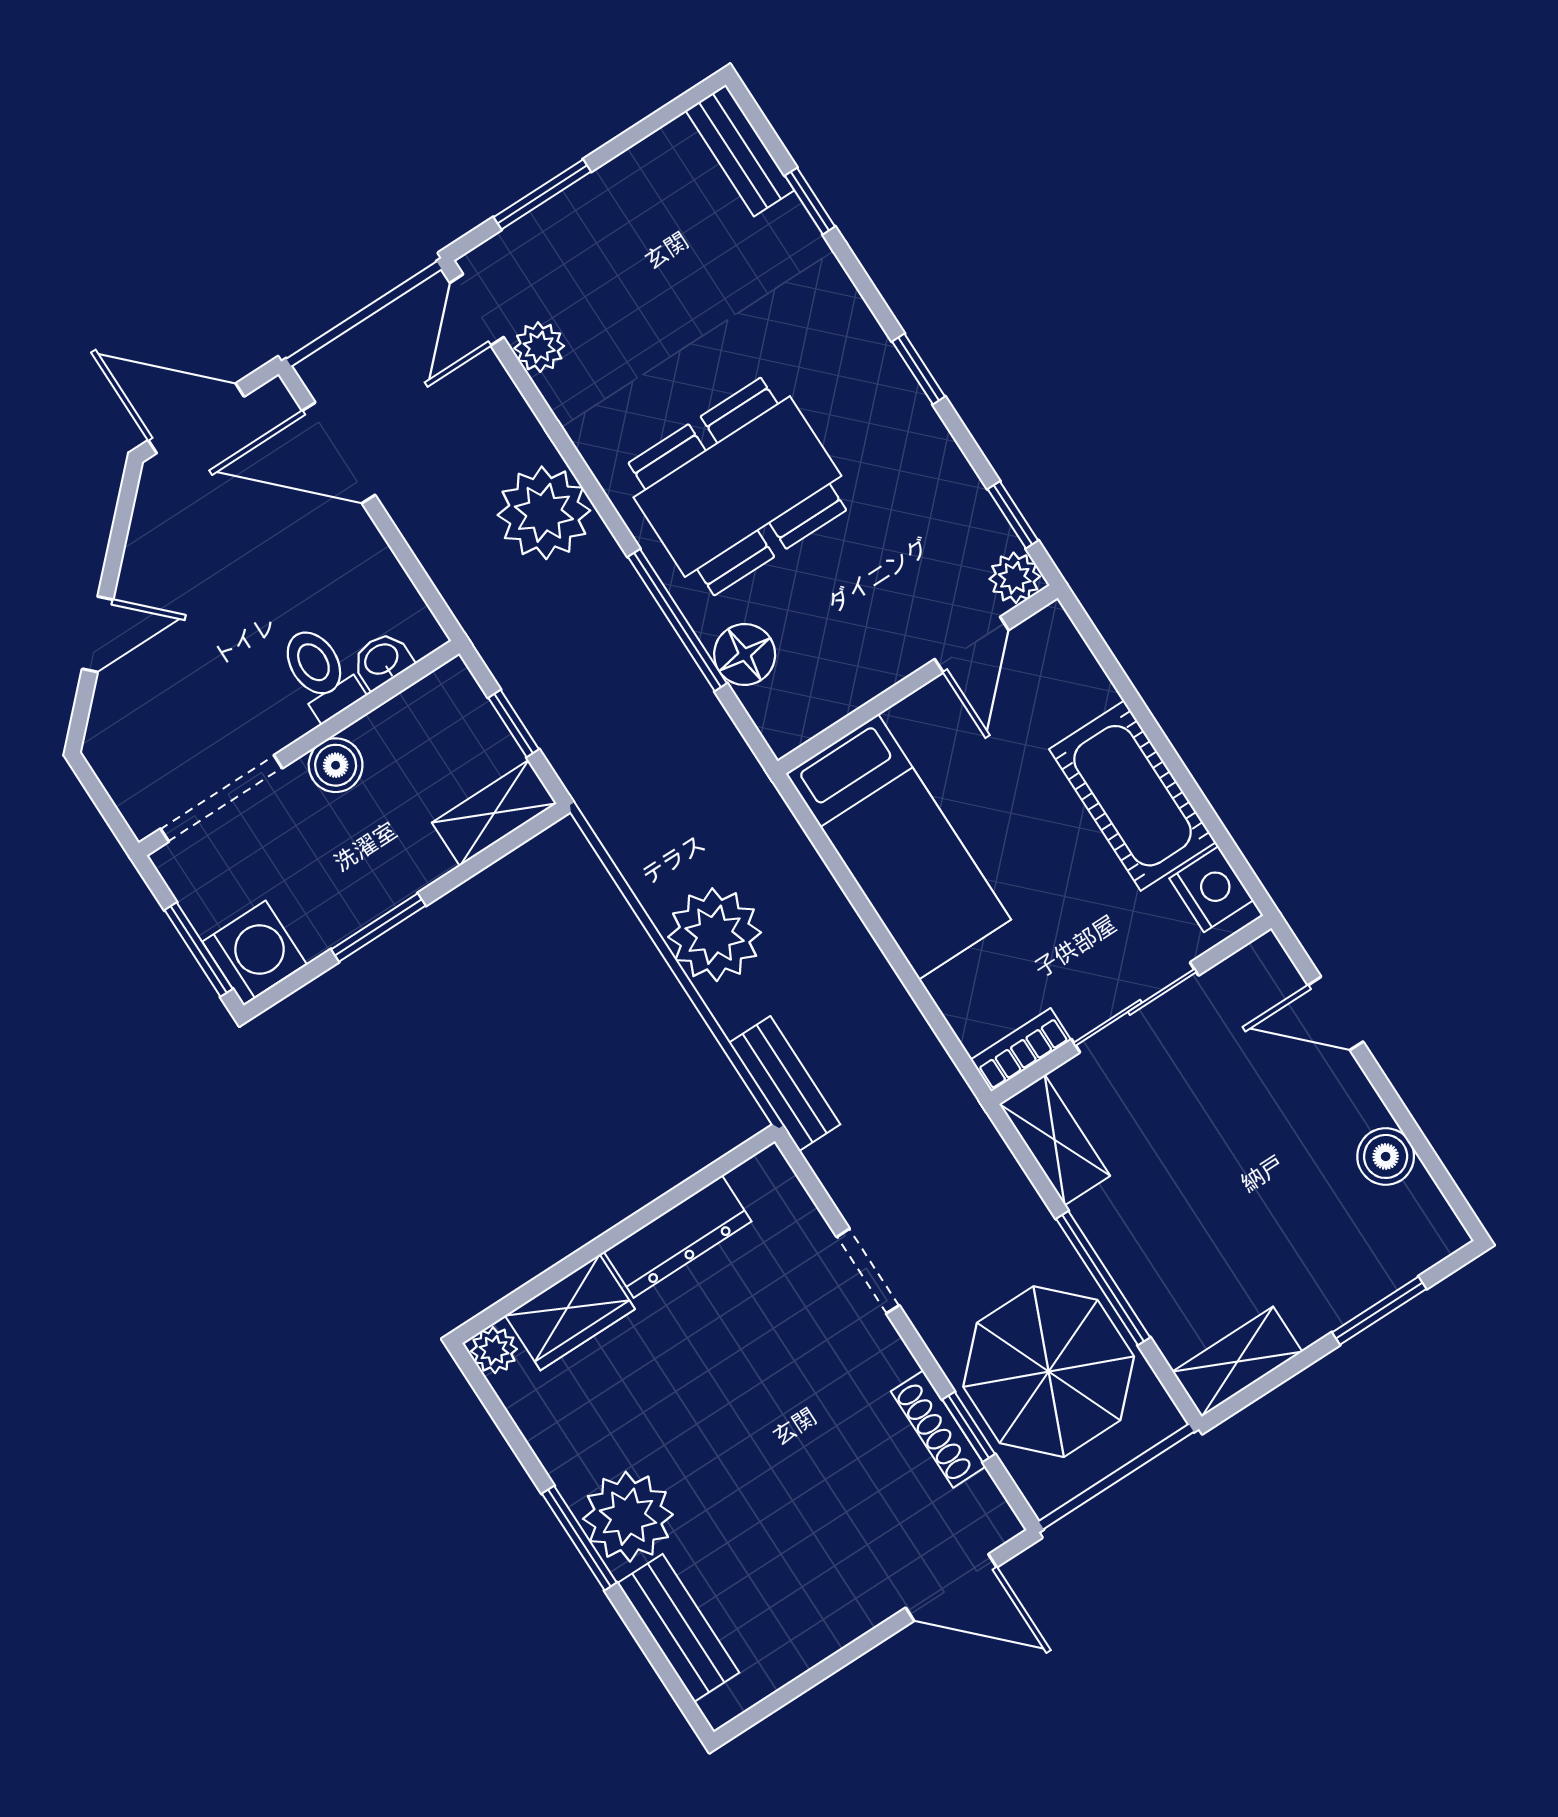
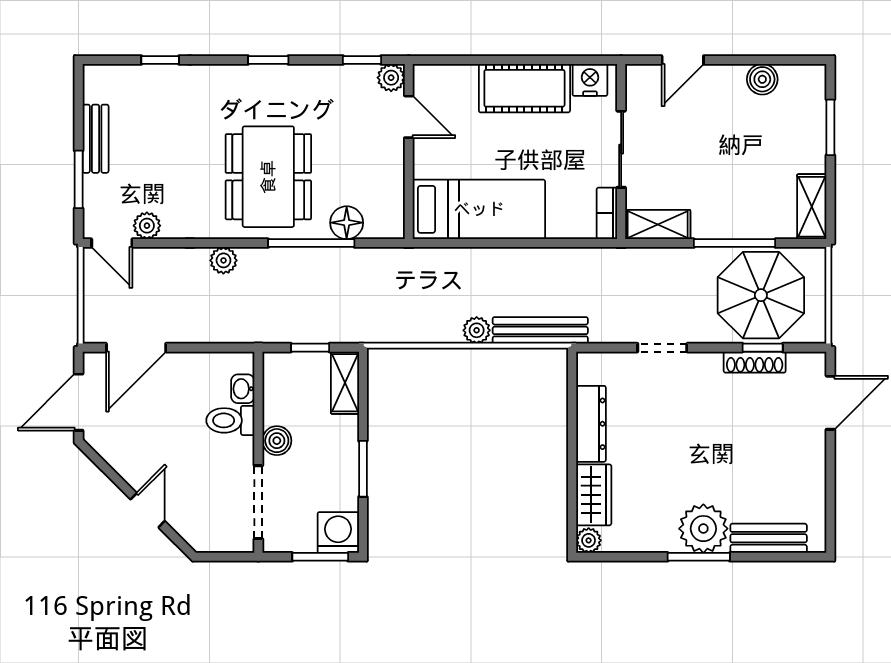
bench: (740, 150) -> (96, 139), moved, turned 90
plant: (544, 513) -> (223, 260), width x0.53, depth x0.53
plant: (715, 935) -> (477, 330), width x0.53, depth x0.53
bench: (785, 1084) -> (540, 330), width x1.36

